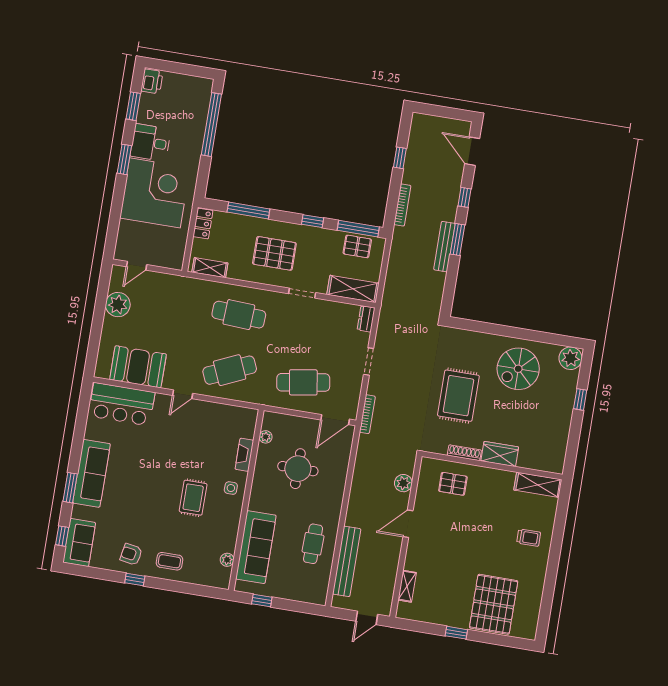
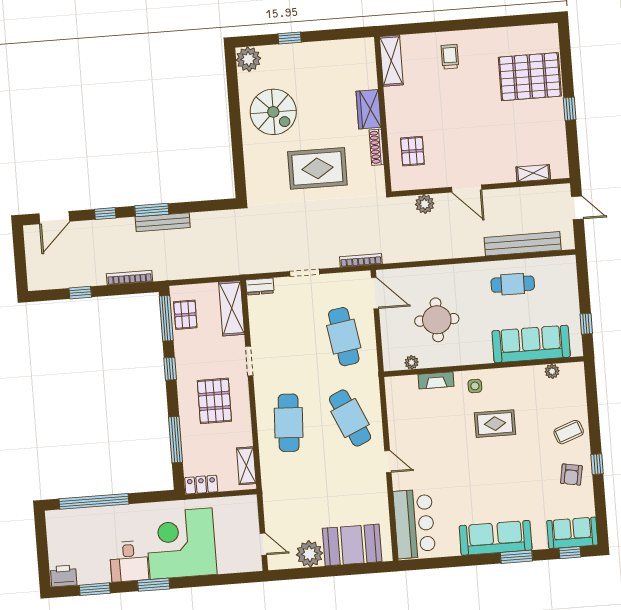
booth: (138, 367) -> (352, 545), moved, turned 90
coffee table: (169, 561) -> (569, 432), turned 70

